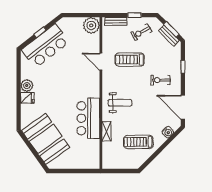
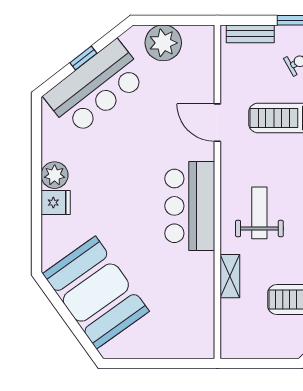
plant: (91, 25) -> (163, 43), moved
weight bench: (120, 103) -> (259, 213), turned -90
bar counter: (88, 118) -> (190, 206), moved

